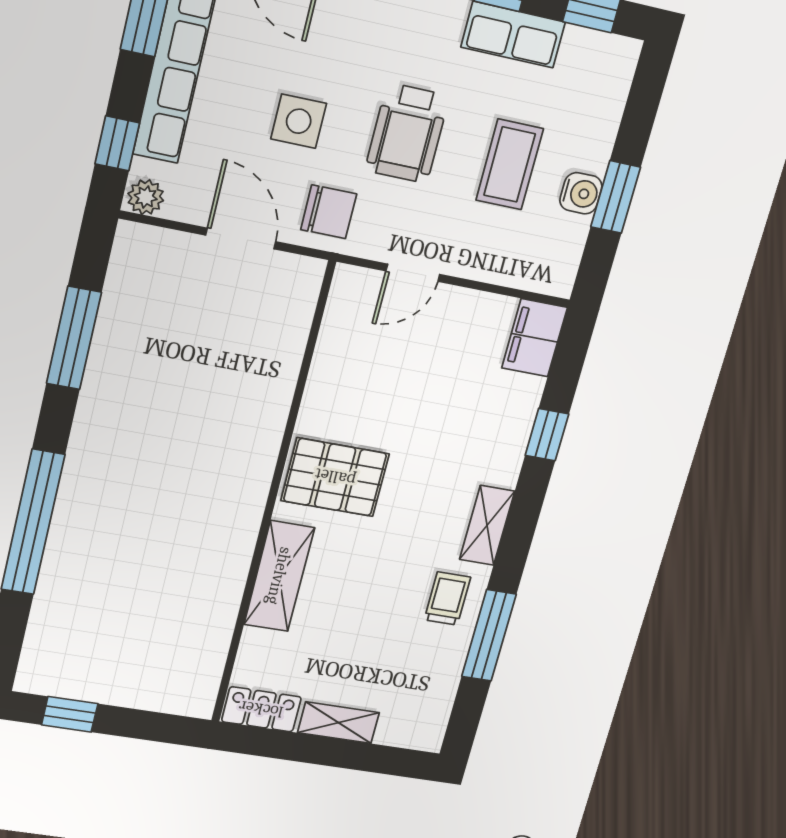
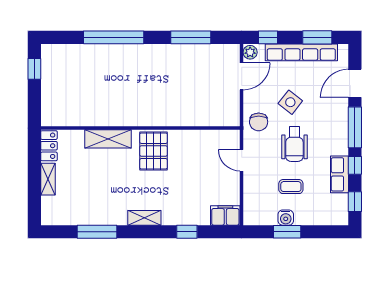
side table: (299, 121) -> (290, 102), turned 38
wheelchair: (407, 133) -> (294, 144), turned -90
coffee table: (510, 165) -> (291, 187), width x0.73, depth x0.77
door: (241, 238) -> (242, 76), moved
trolley: (447, 599) -> (110, 210), removed

